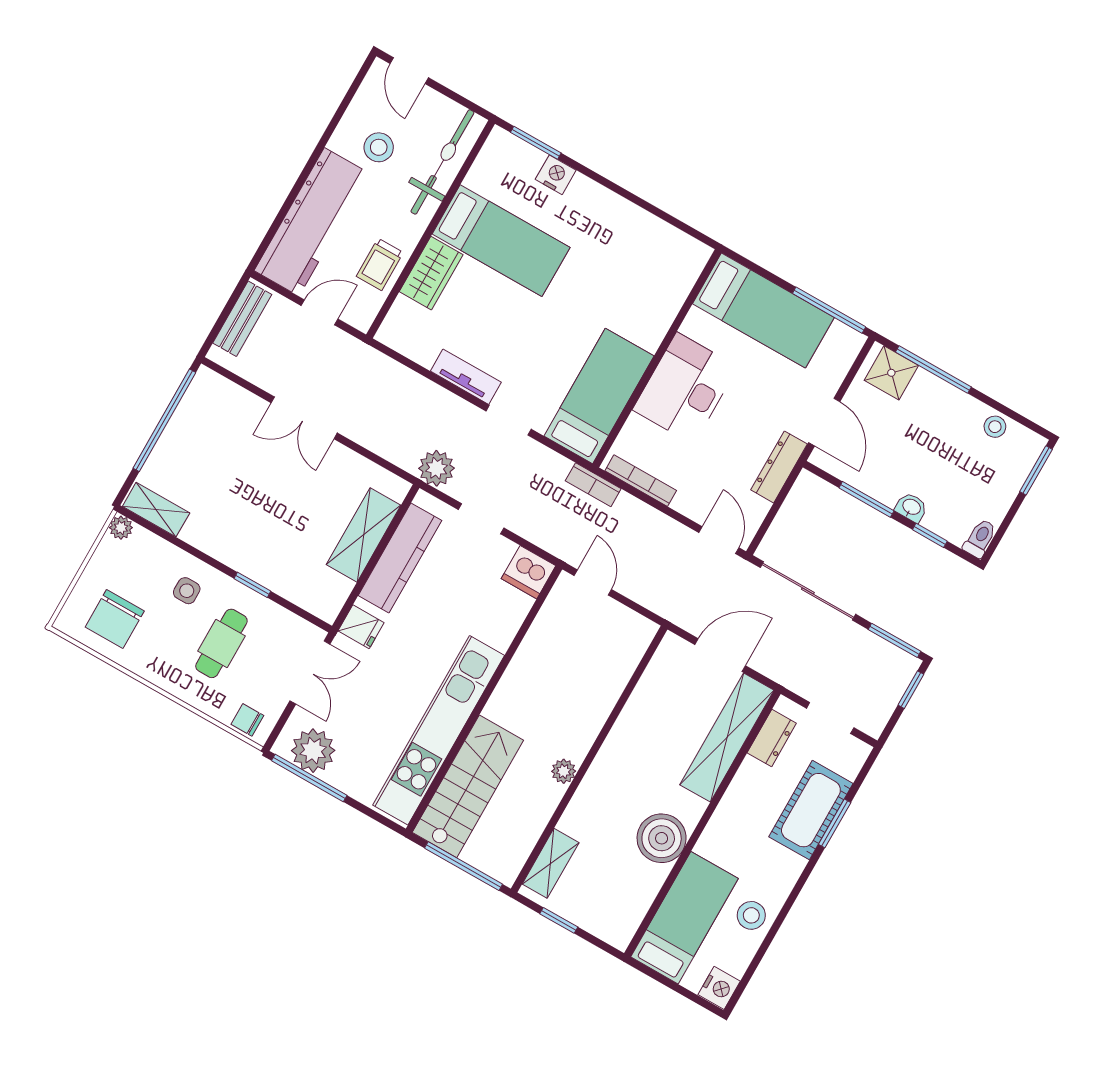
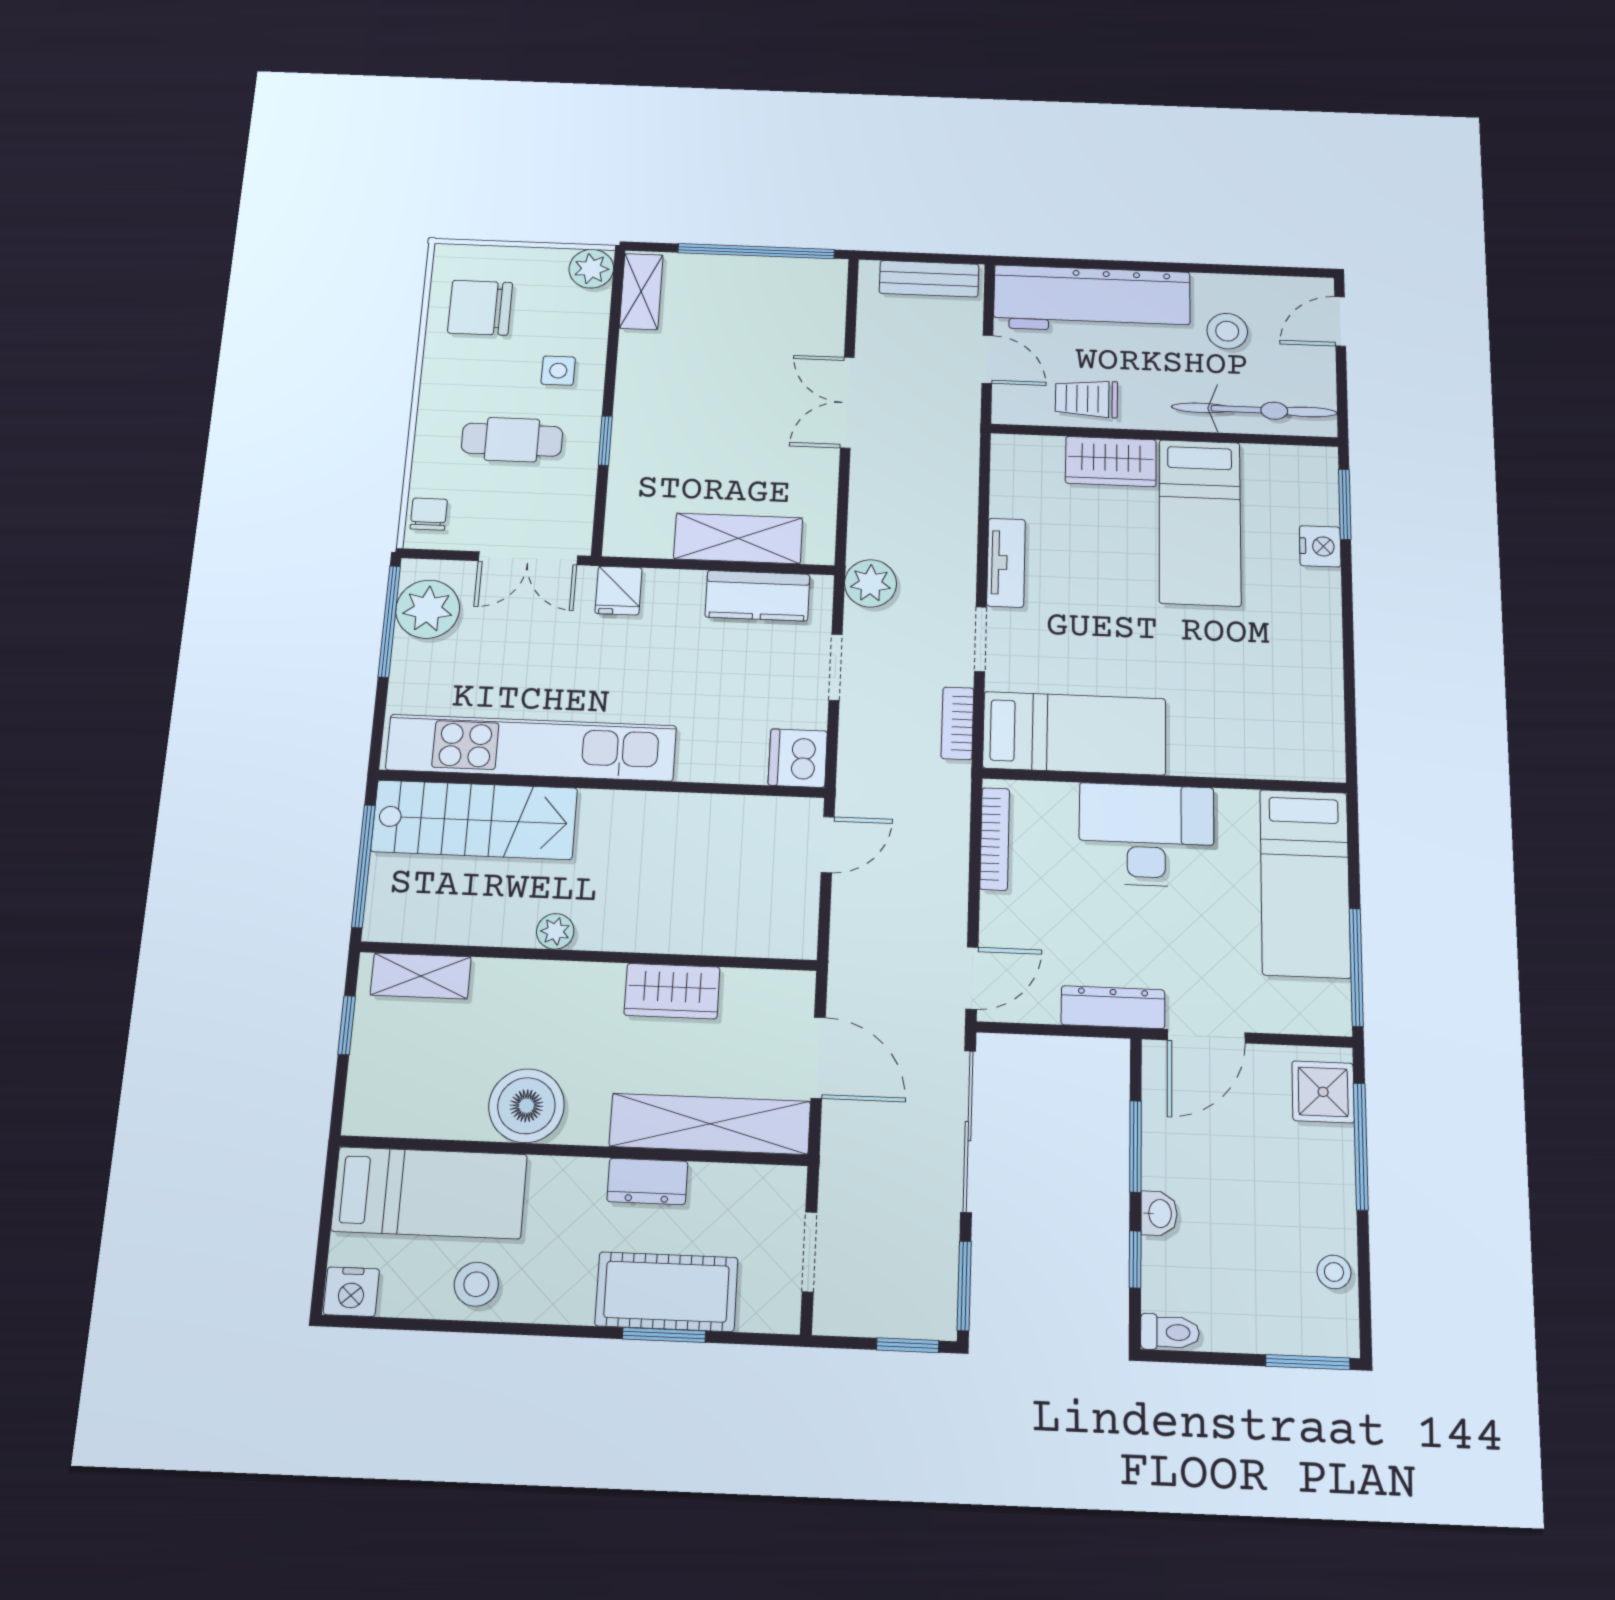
bookcase: (593, 485) -> (957, 723), moved
plant: (121, 528) -> (591, 269), width x1.38, depth x1.38
kitchen counter: (400, 558) -> (757, 596), width x0.67
wardrobe: (636, 720) -> (672, 991), added
dresser: (772, 738) -> (647, 1181), moved

